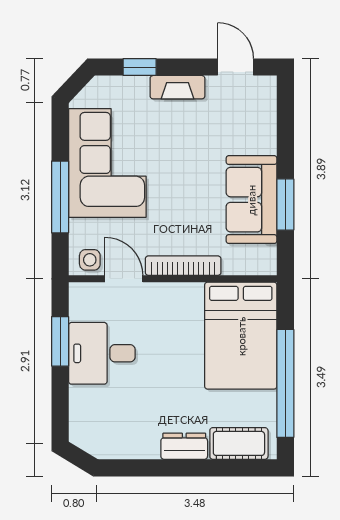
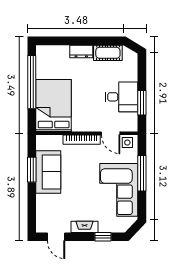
cot: (239, 443) -> (108, 53), moved

